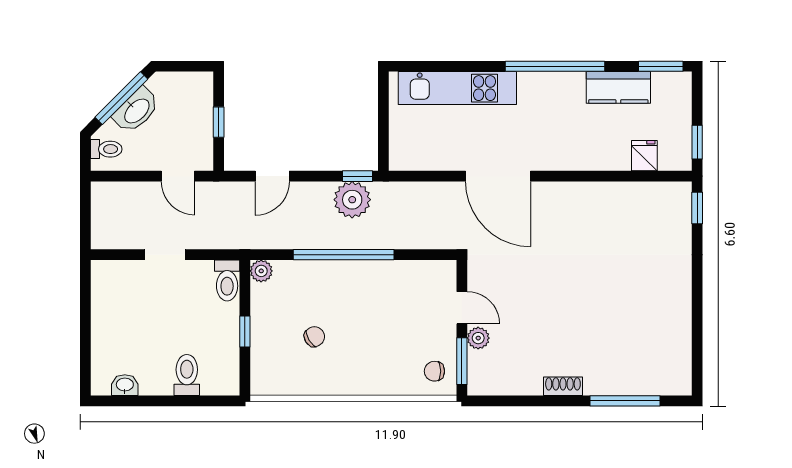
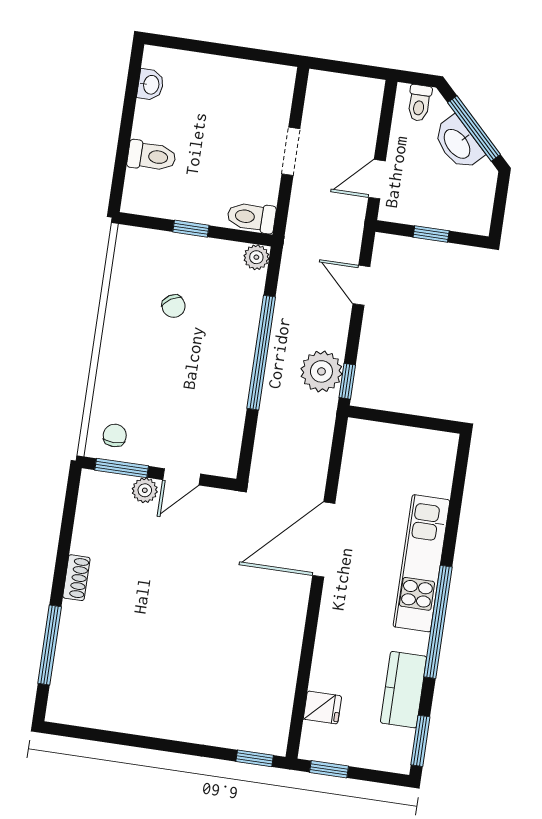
kitchen unit: (457, 88) -> (421, 563), moved

